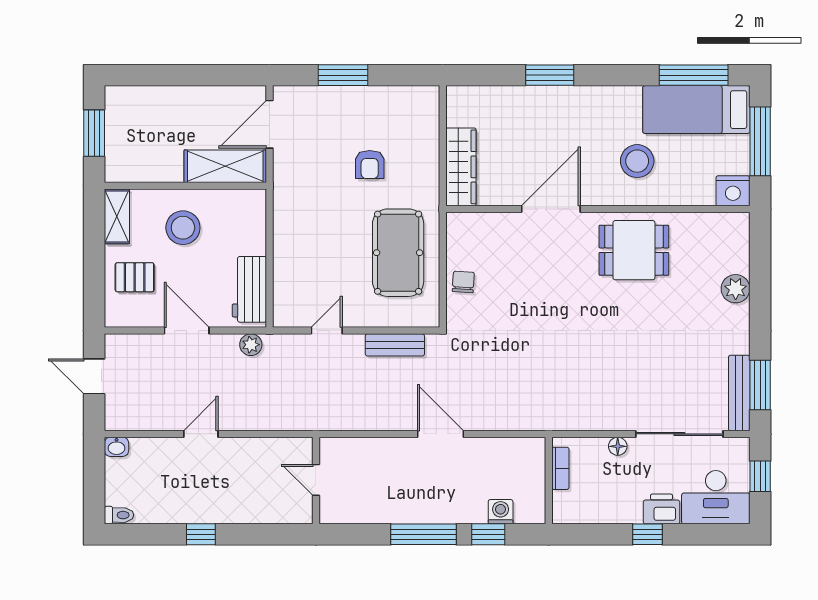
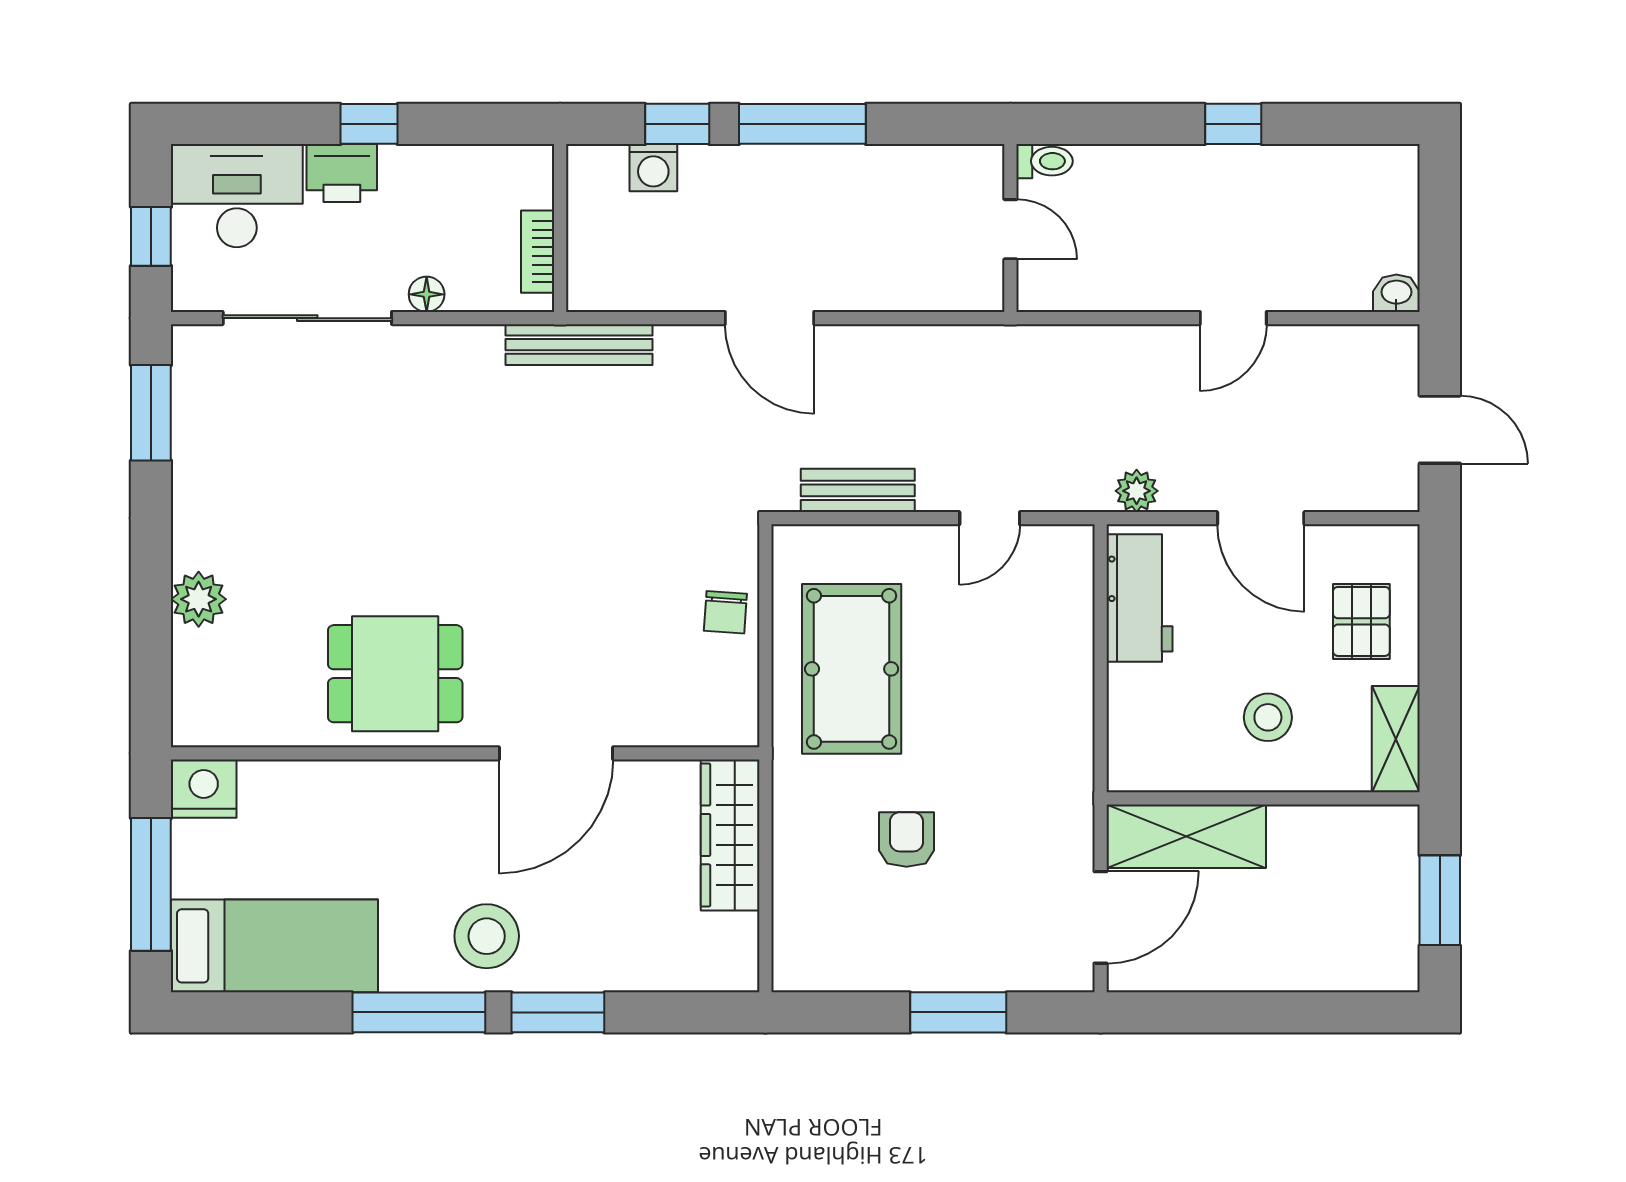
window: (694, 75) -> (419, 1012), moved
stool: (637, 161) -> (487, 936), moved
stool: (183, 228) -> (1268, 717), width x0.73, depth x0.73
pallet: (135, 277) -> (1361, 621), turned 90
bench: (739, 393) -> (579, 345), moved, turned 90
toilet: (119, 515) -> (1045, 161), moved, turned 180

